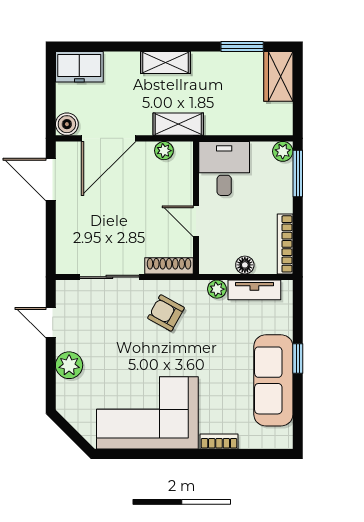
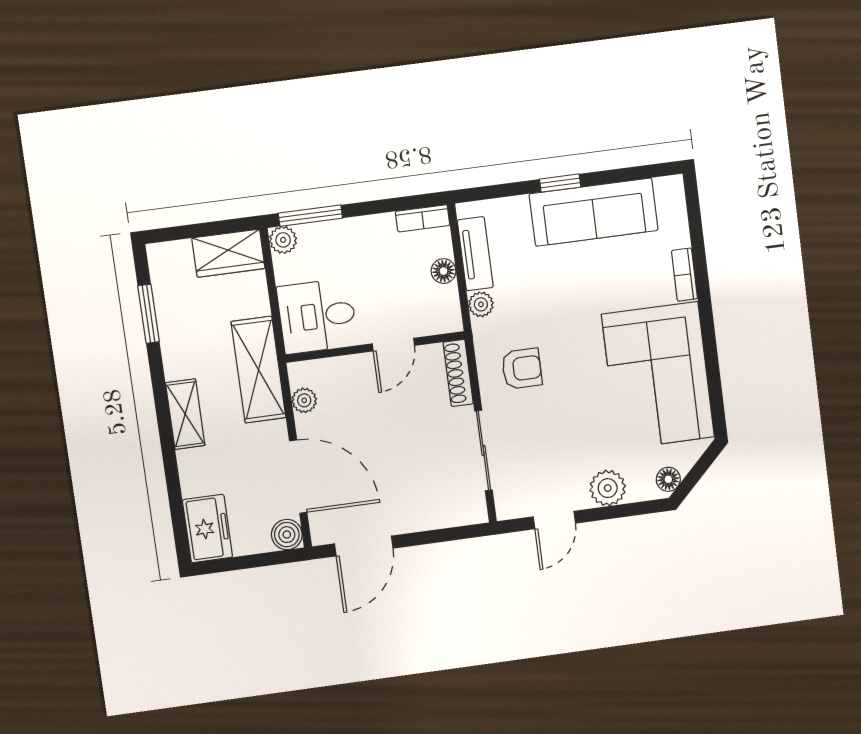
wardrobe: (278, 76) -> (228, 253), moved
shelving: (178, 124) -> (258, 370), width x1.50, depth x1.33
bookcase: (285, 244) -> (423, 218), width x0.64
armchair: (166, 313) -> (522, 369), turned -119
floor lamp: (69, 411) -> (668, 479), added

